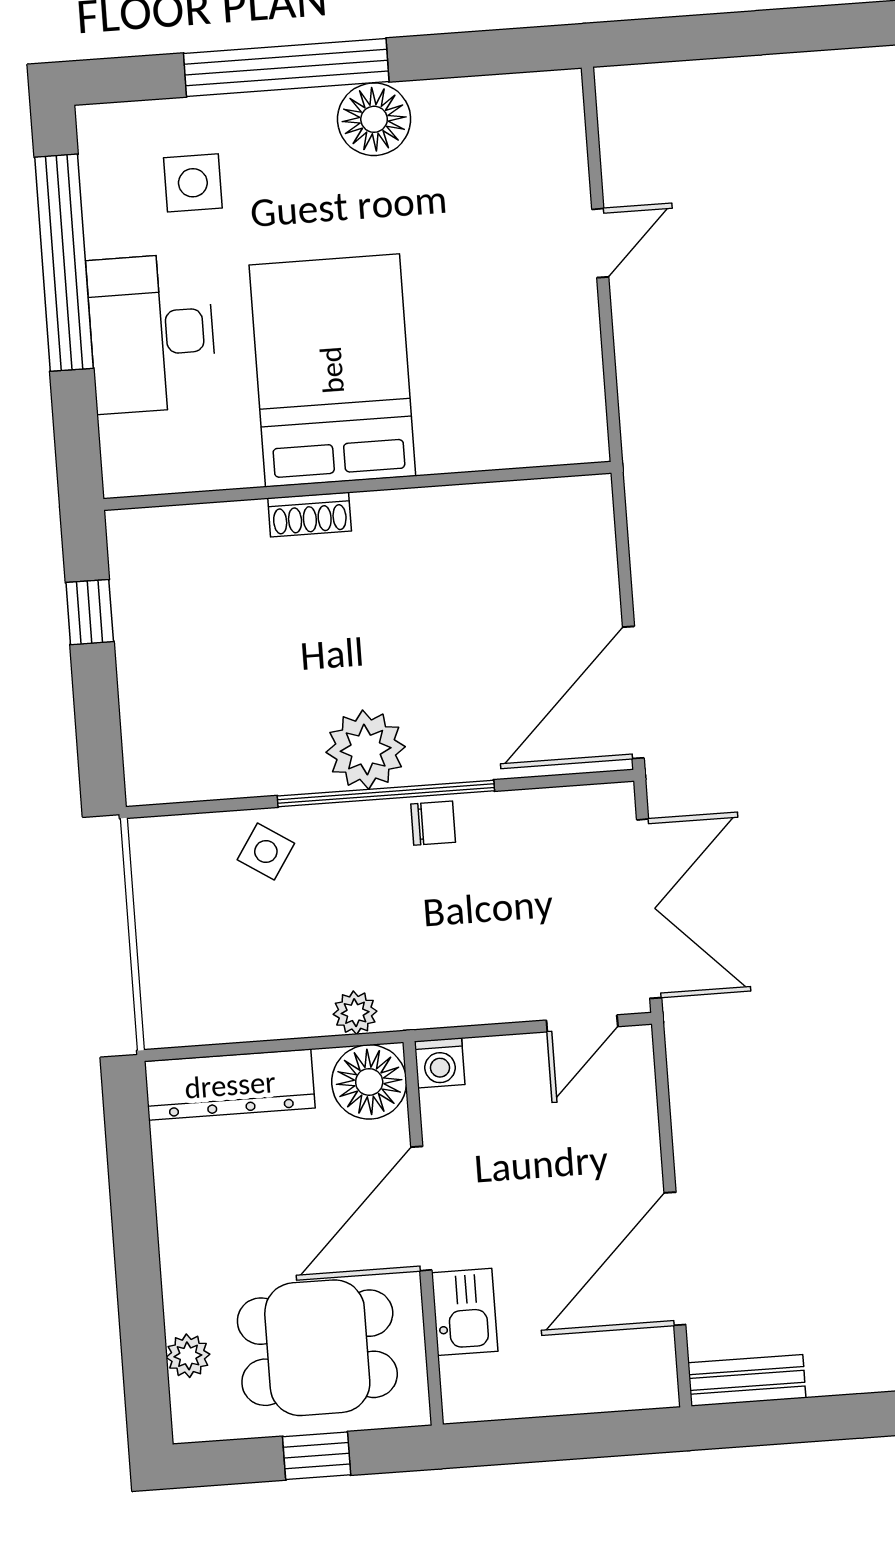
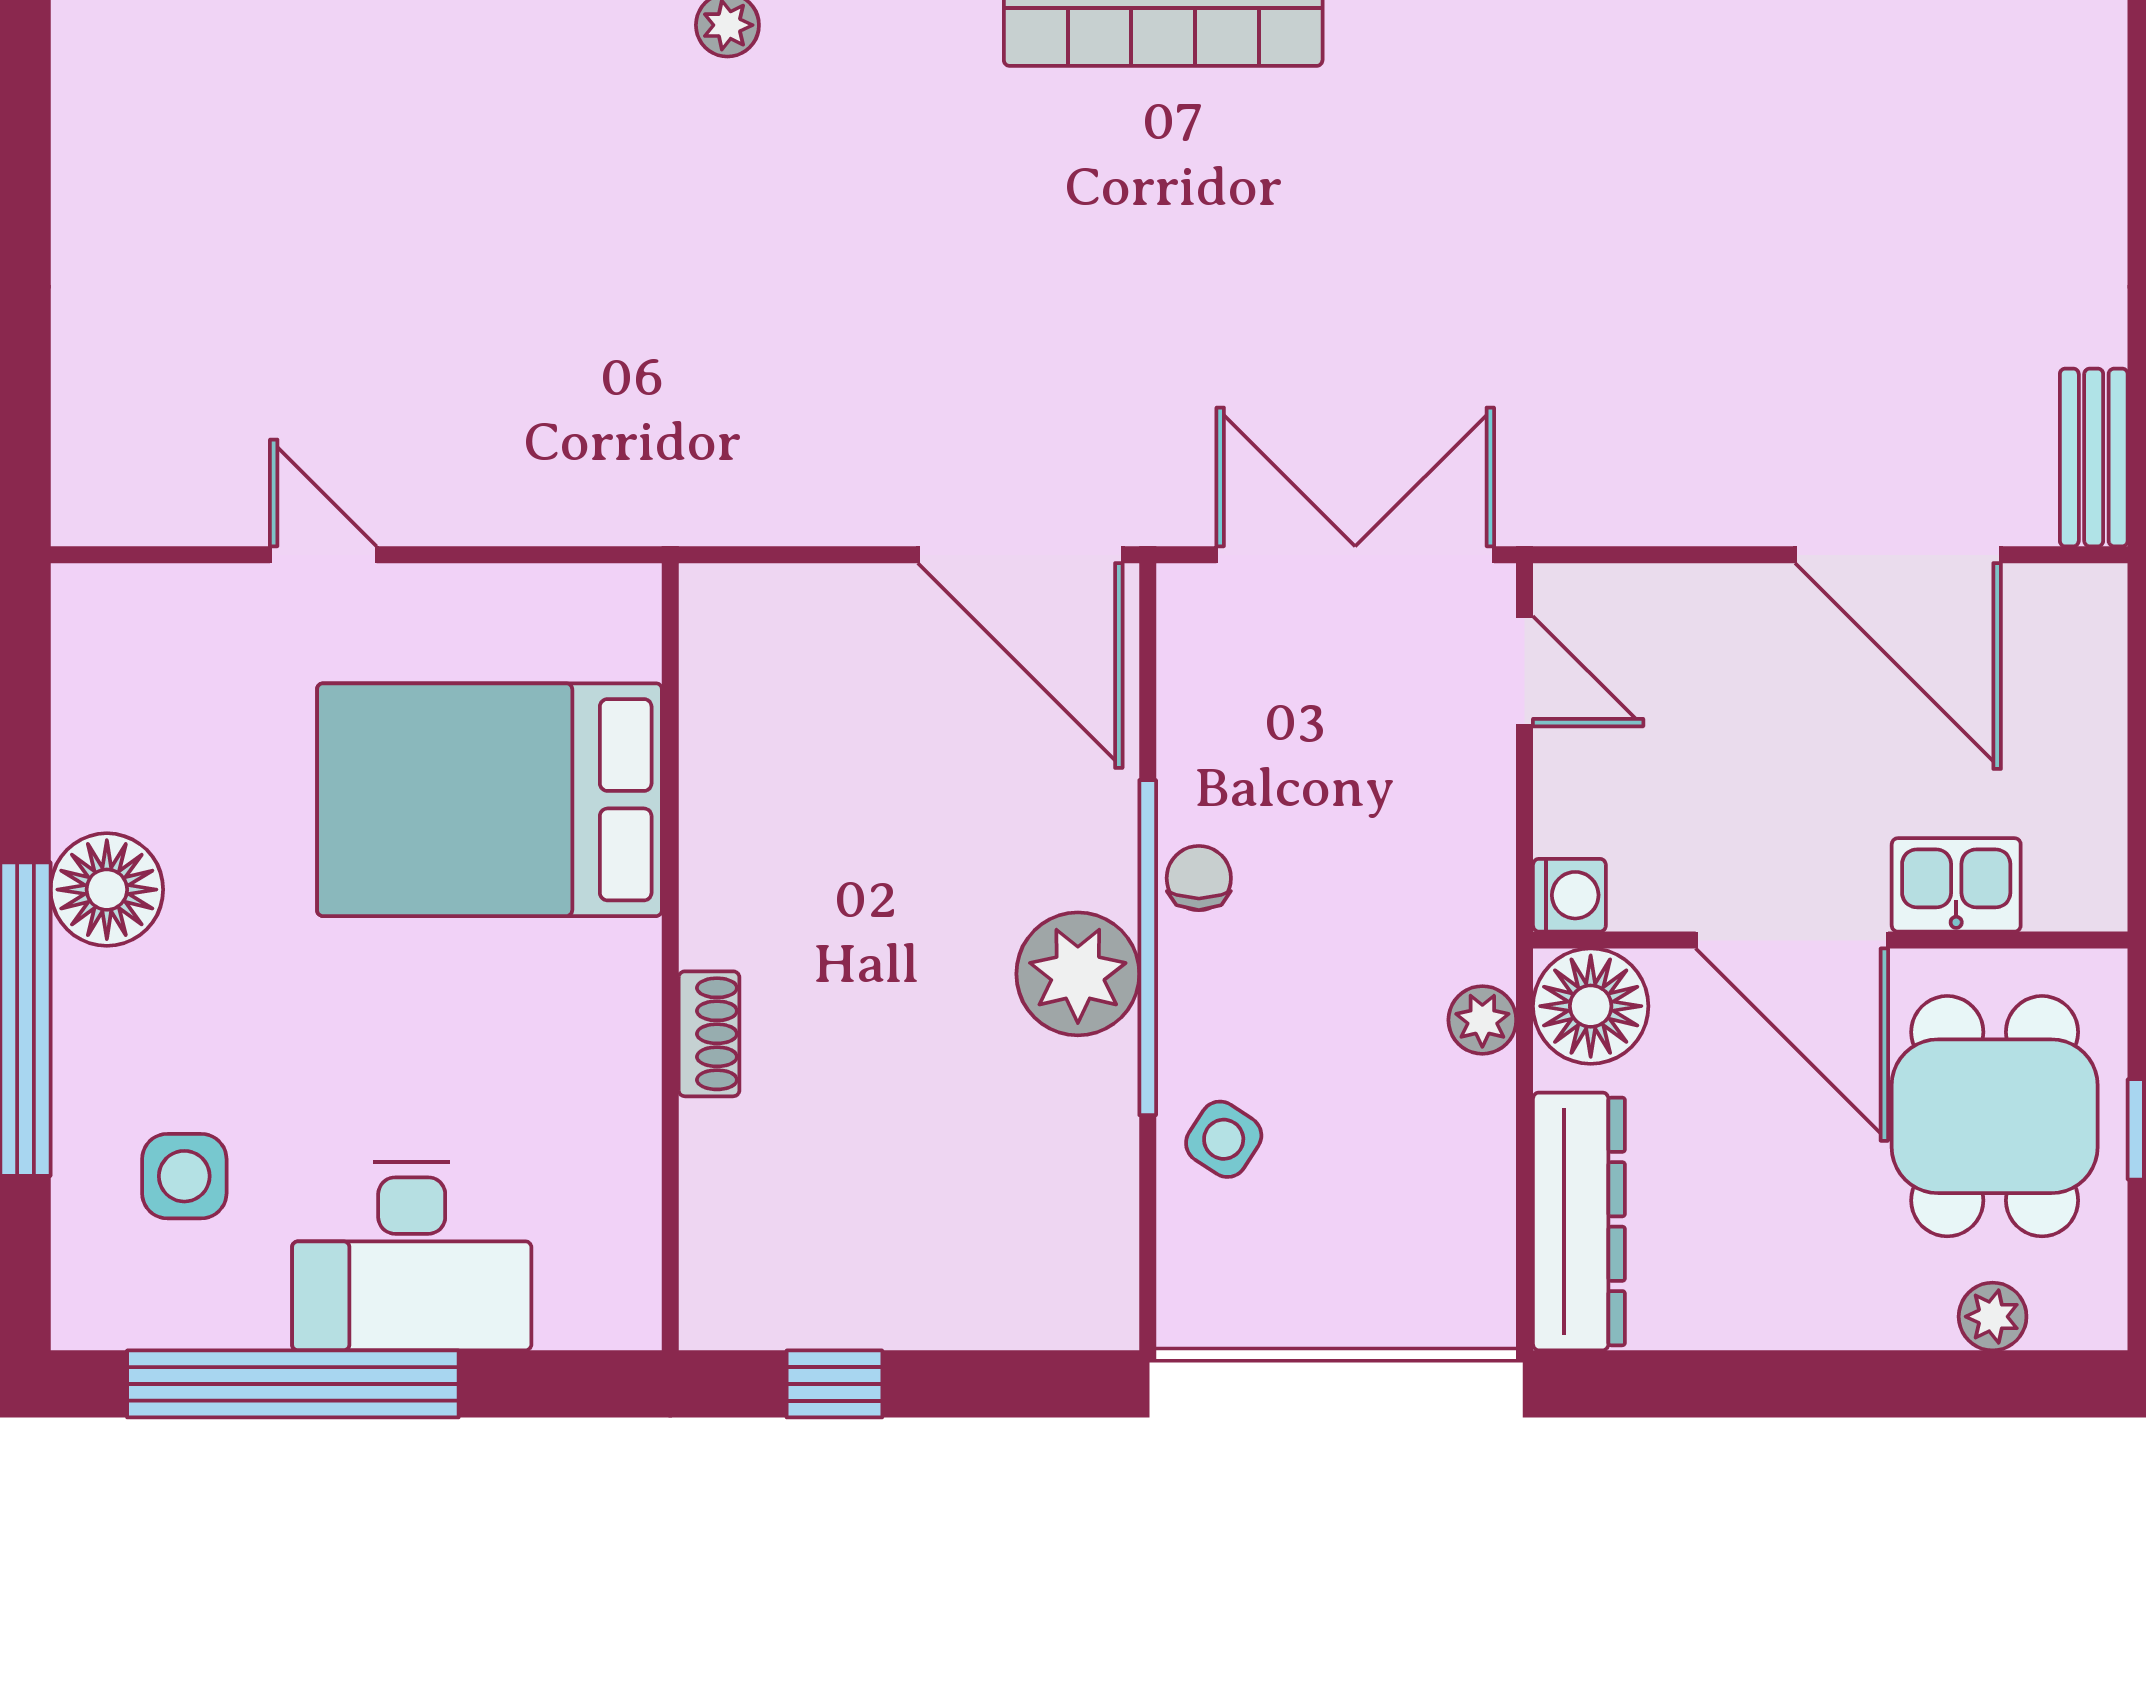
bed: (332, 370) -> (489, 800), moved

